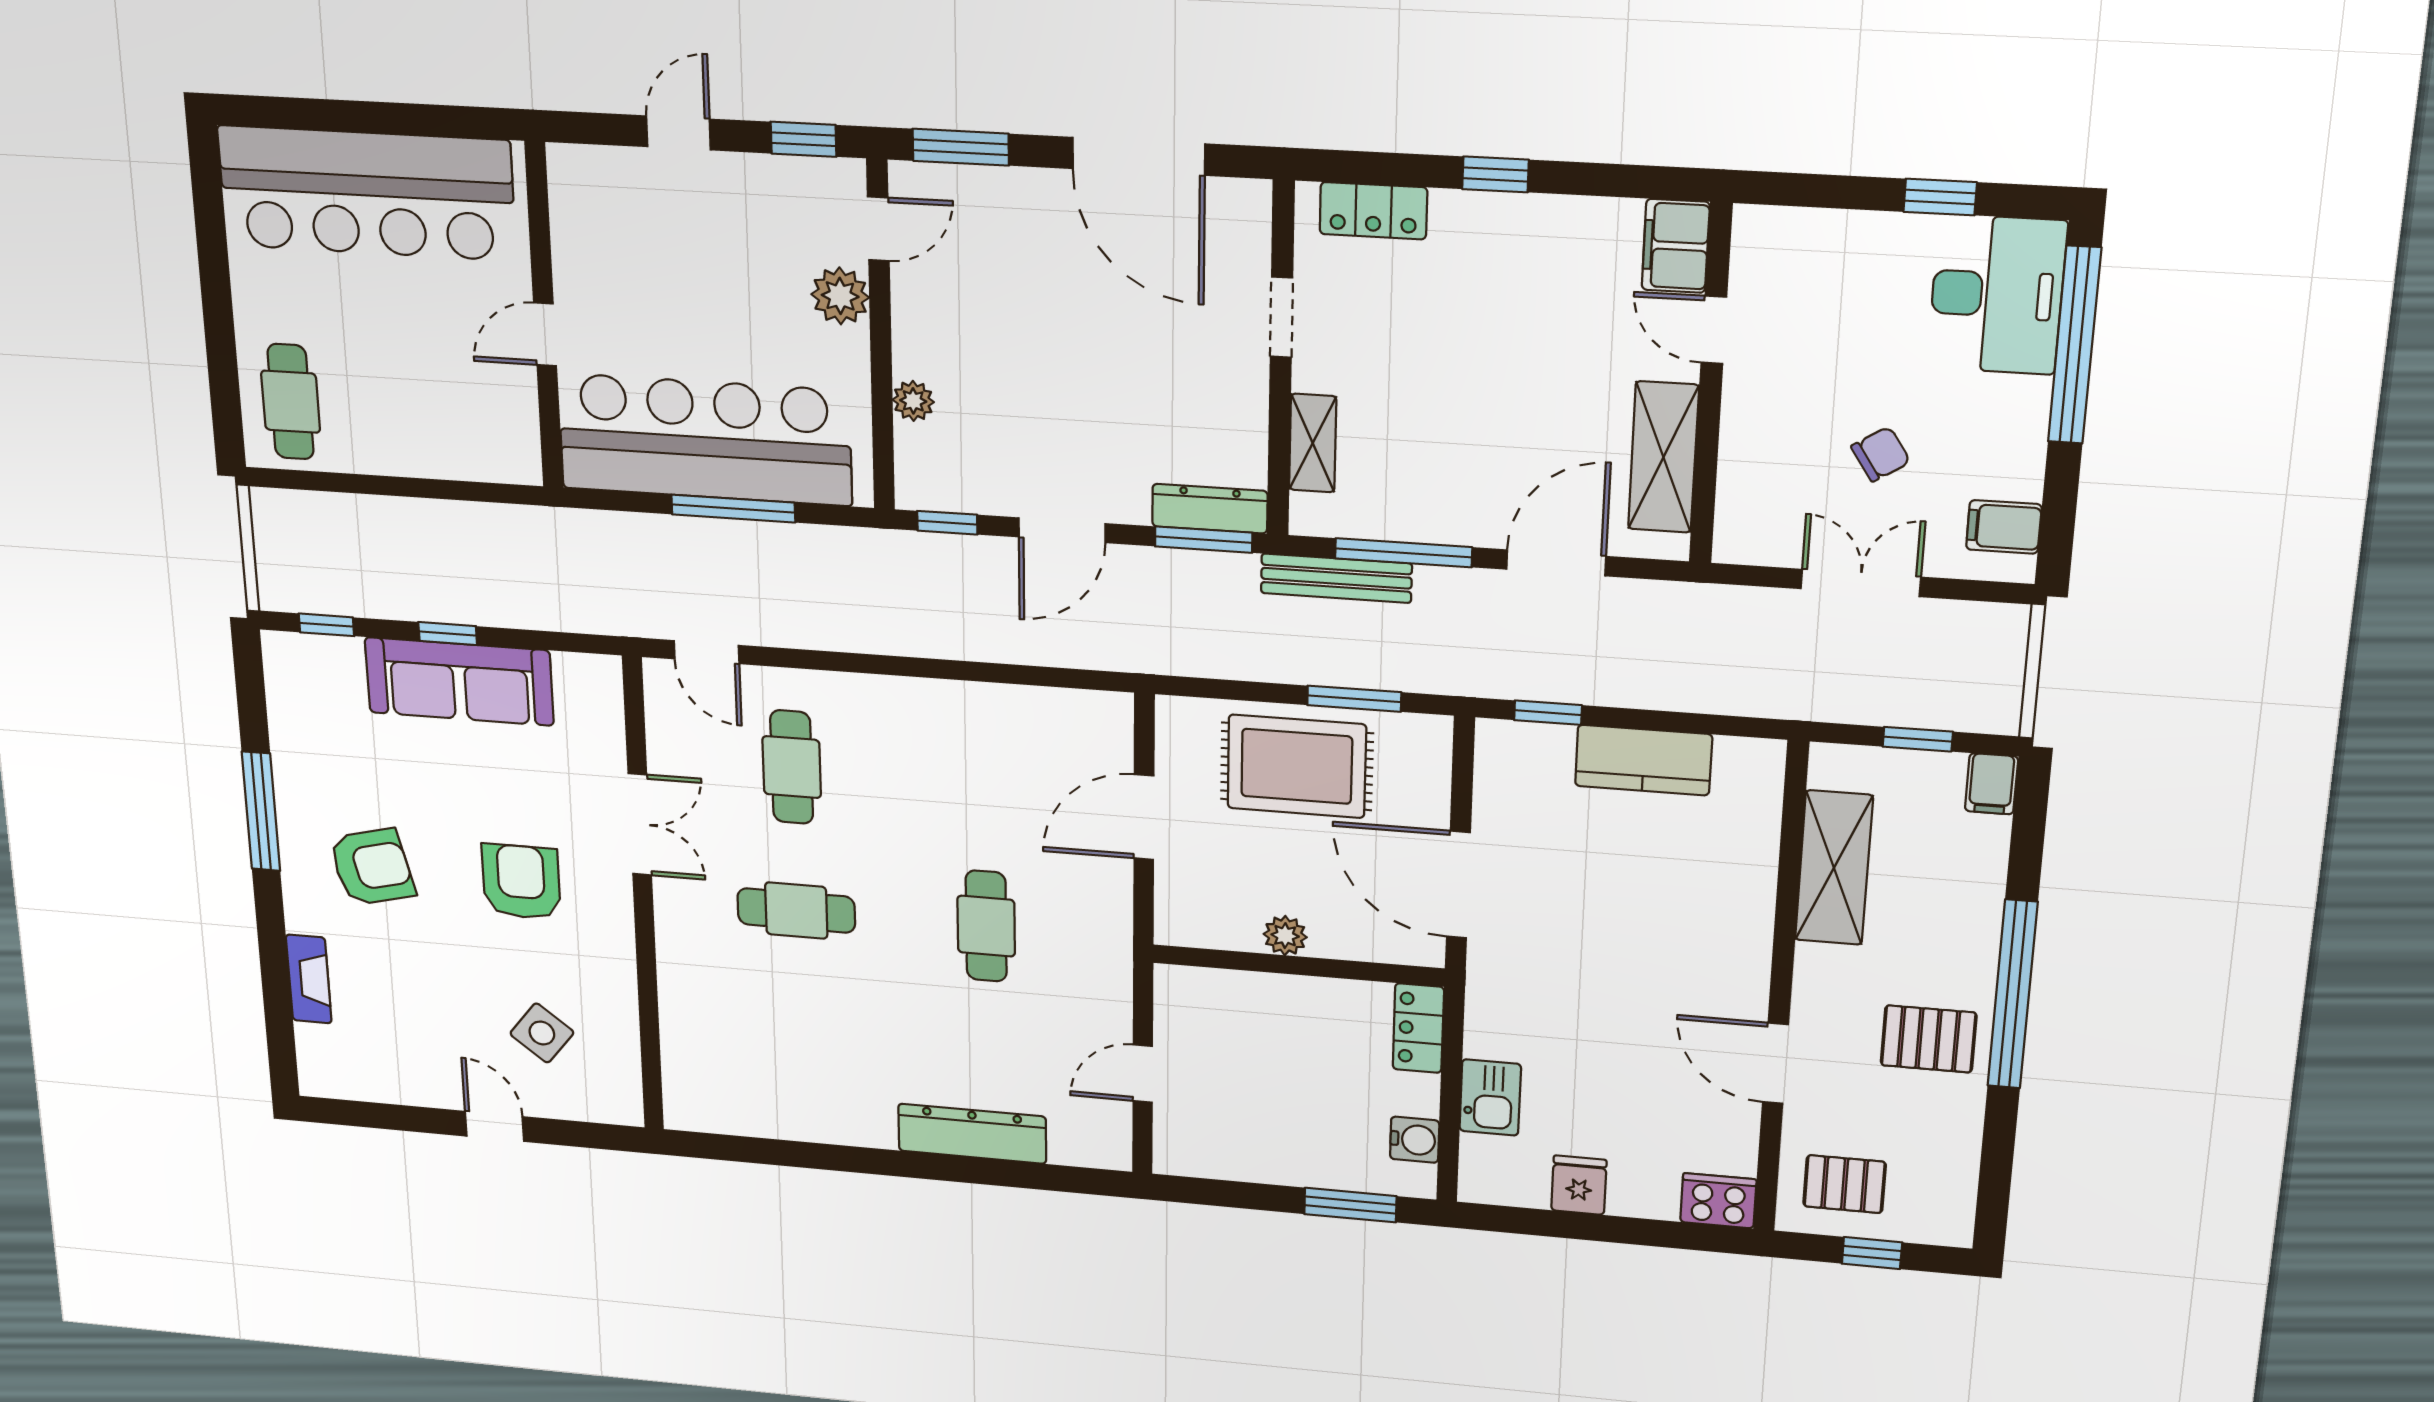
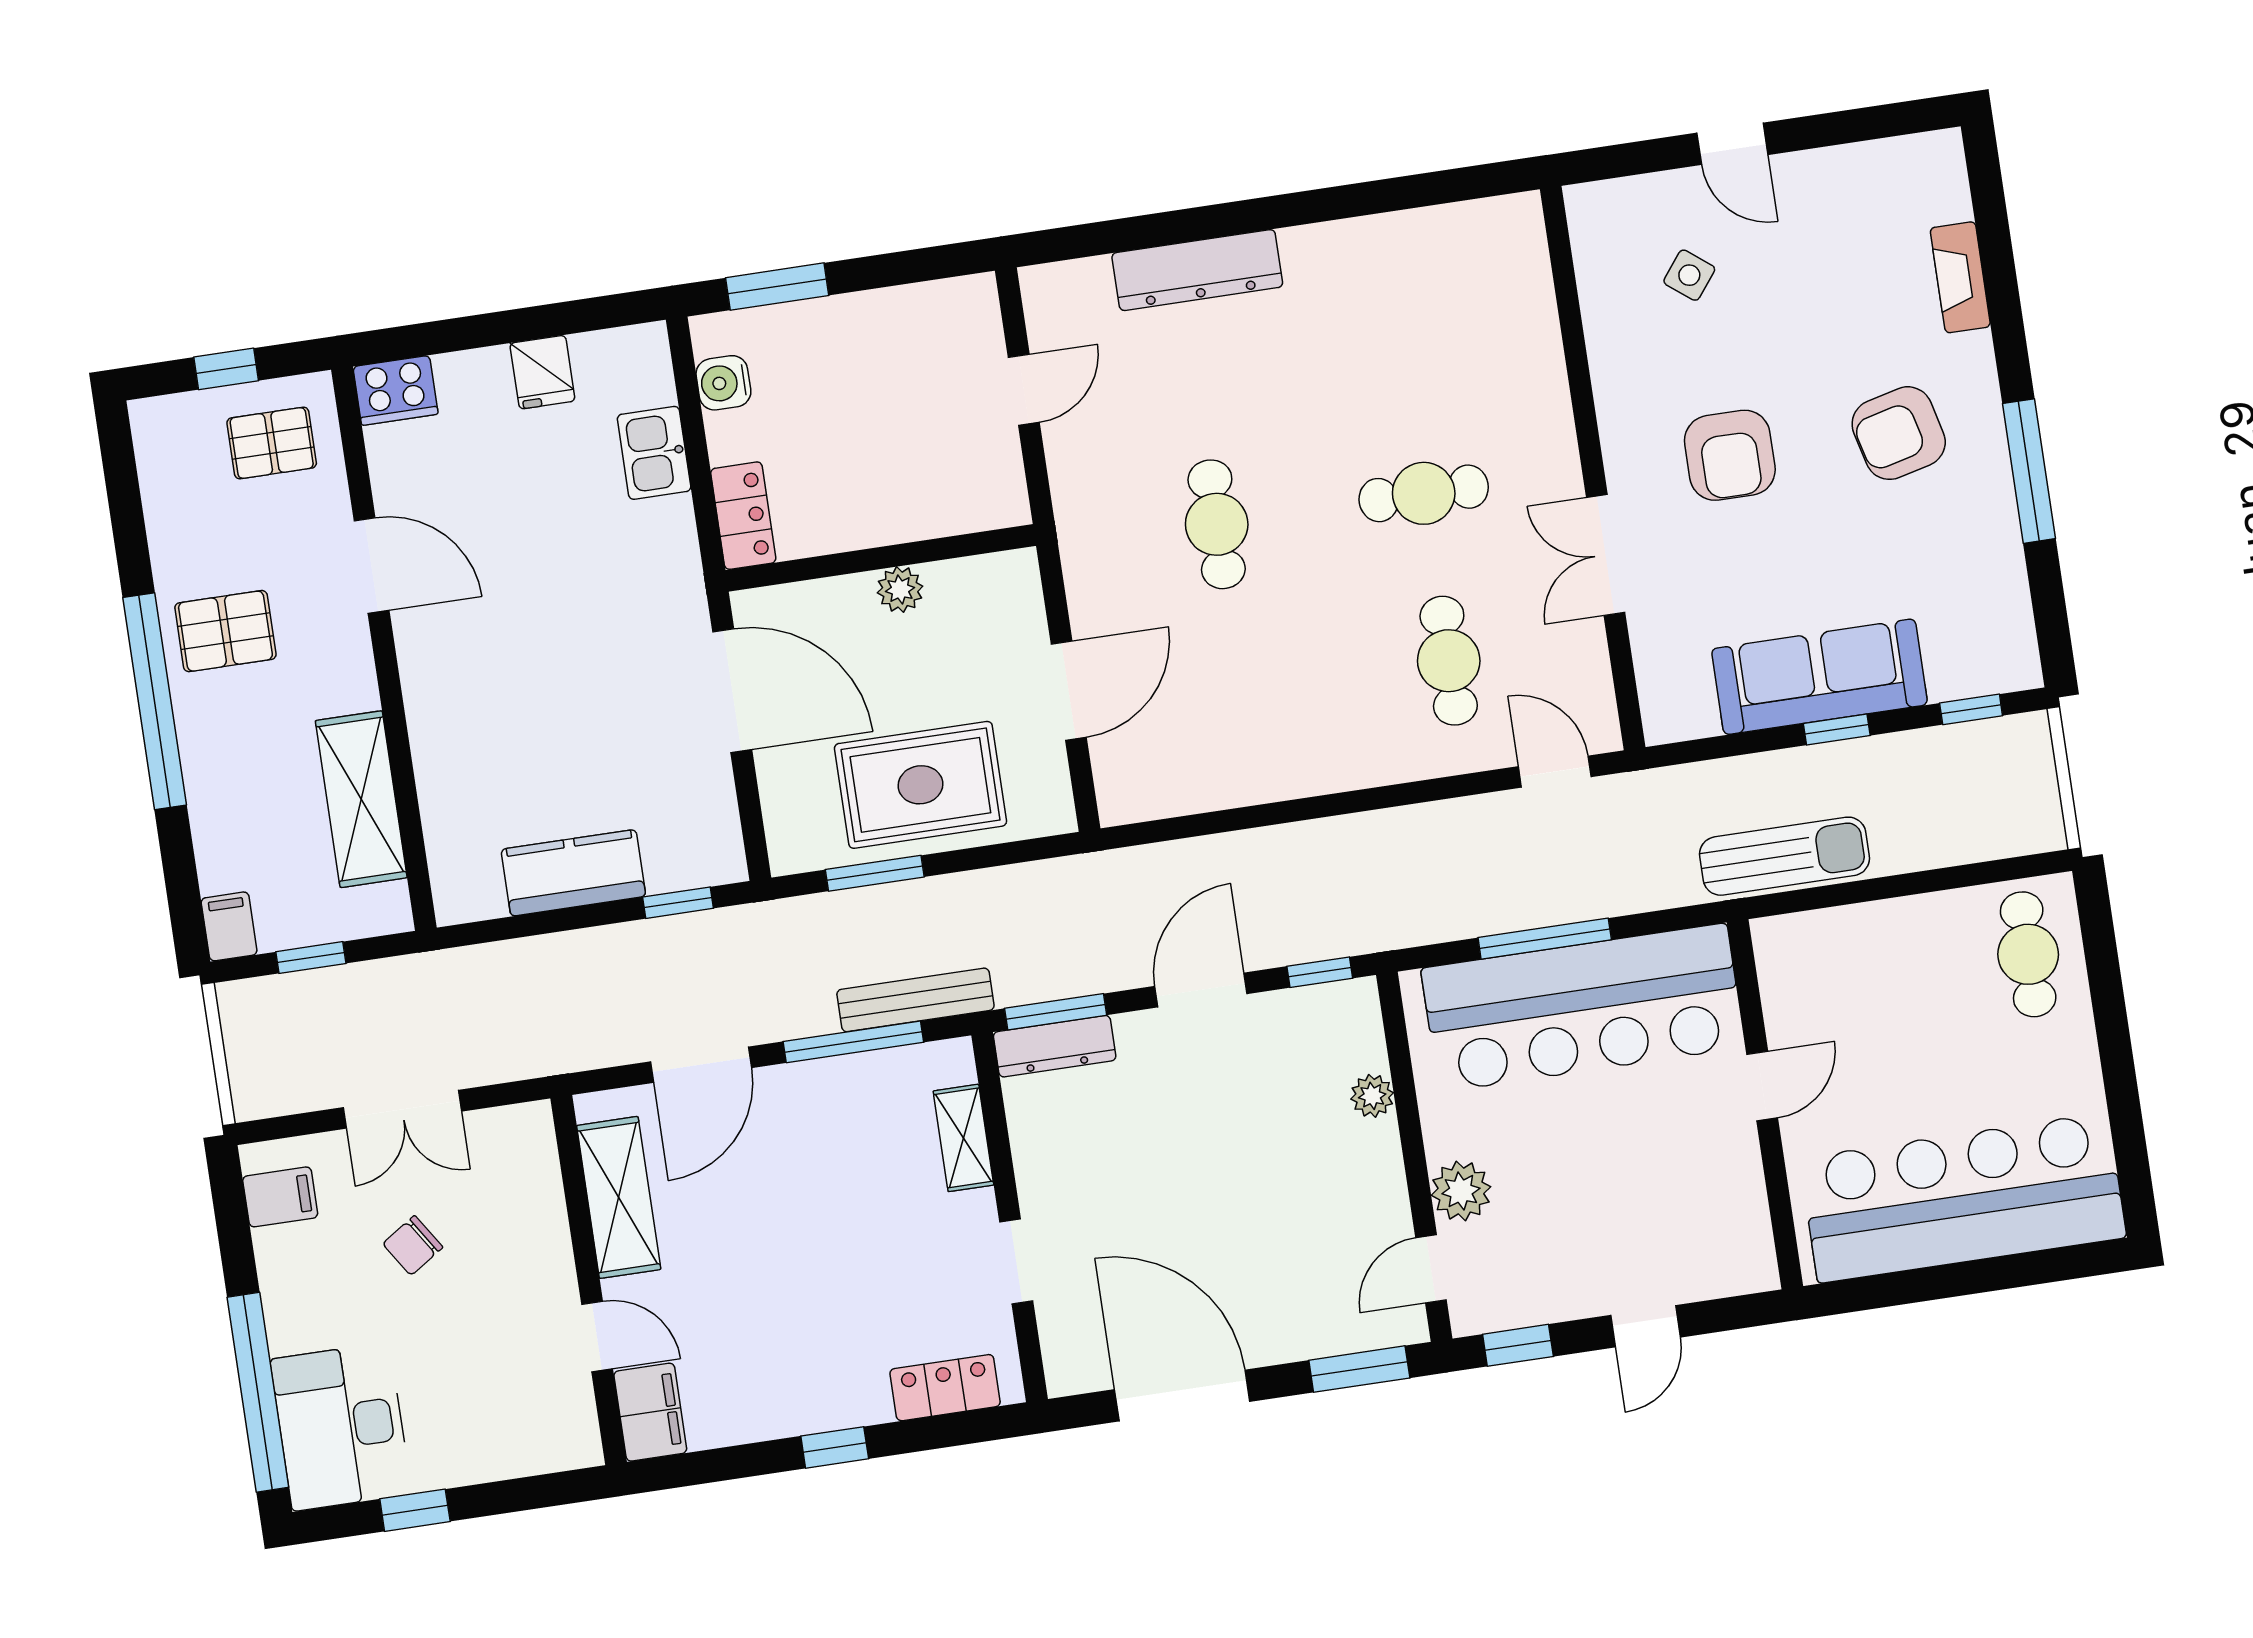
sun lounger: (505, 534) -> (1785, 856), added
side table: (542, 1033) -> (1689, 275), width x0.73, depth x0.73

